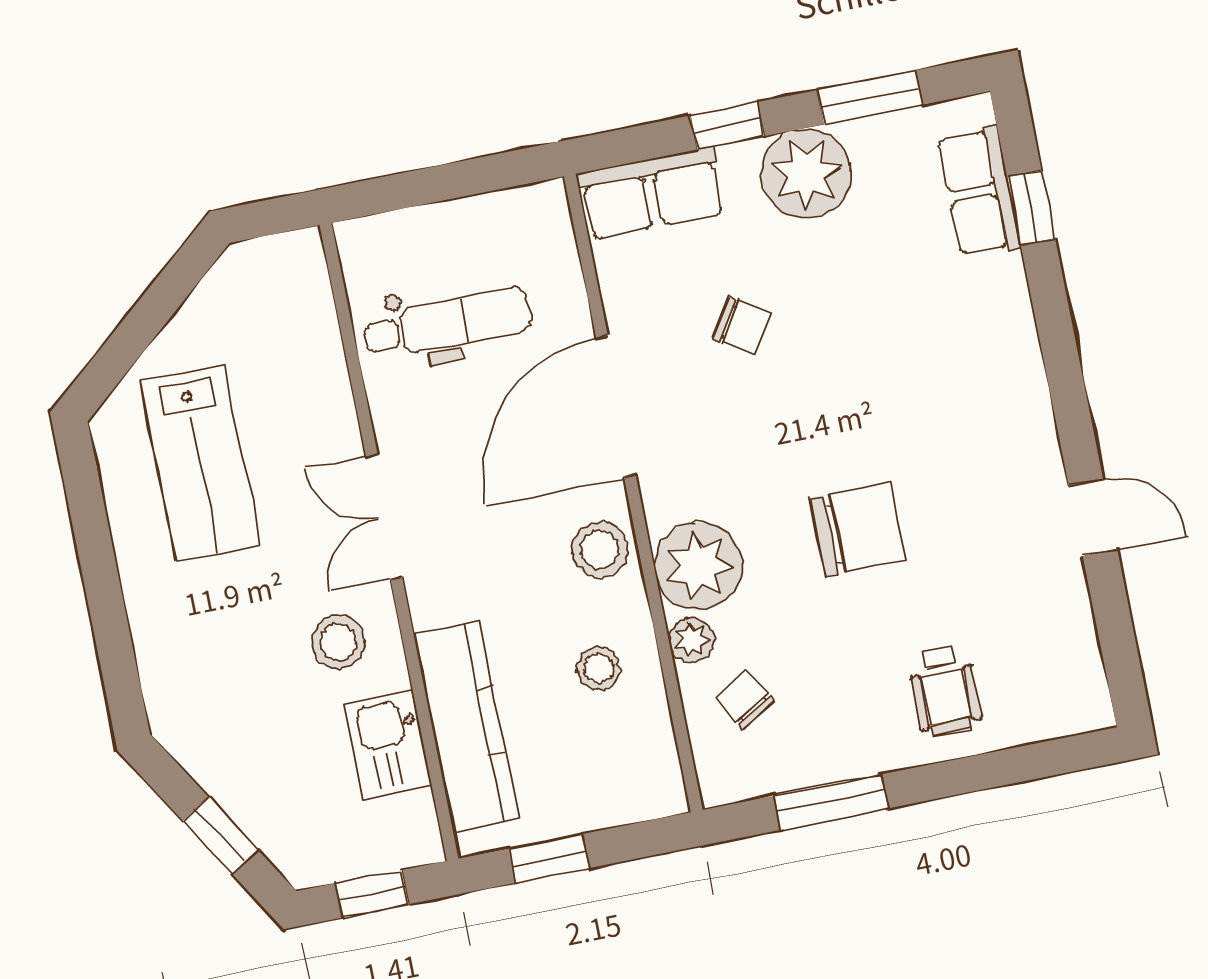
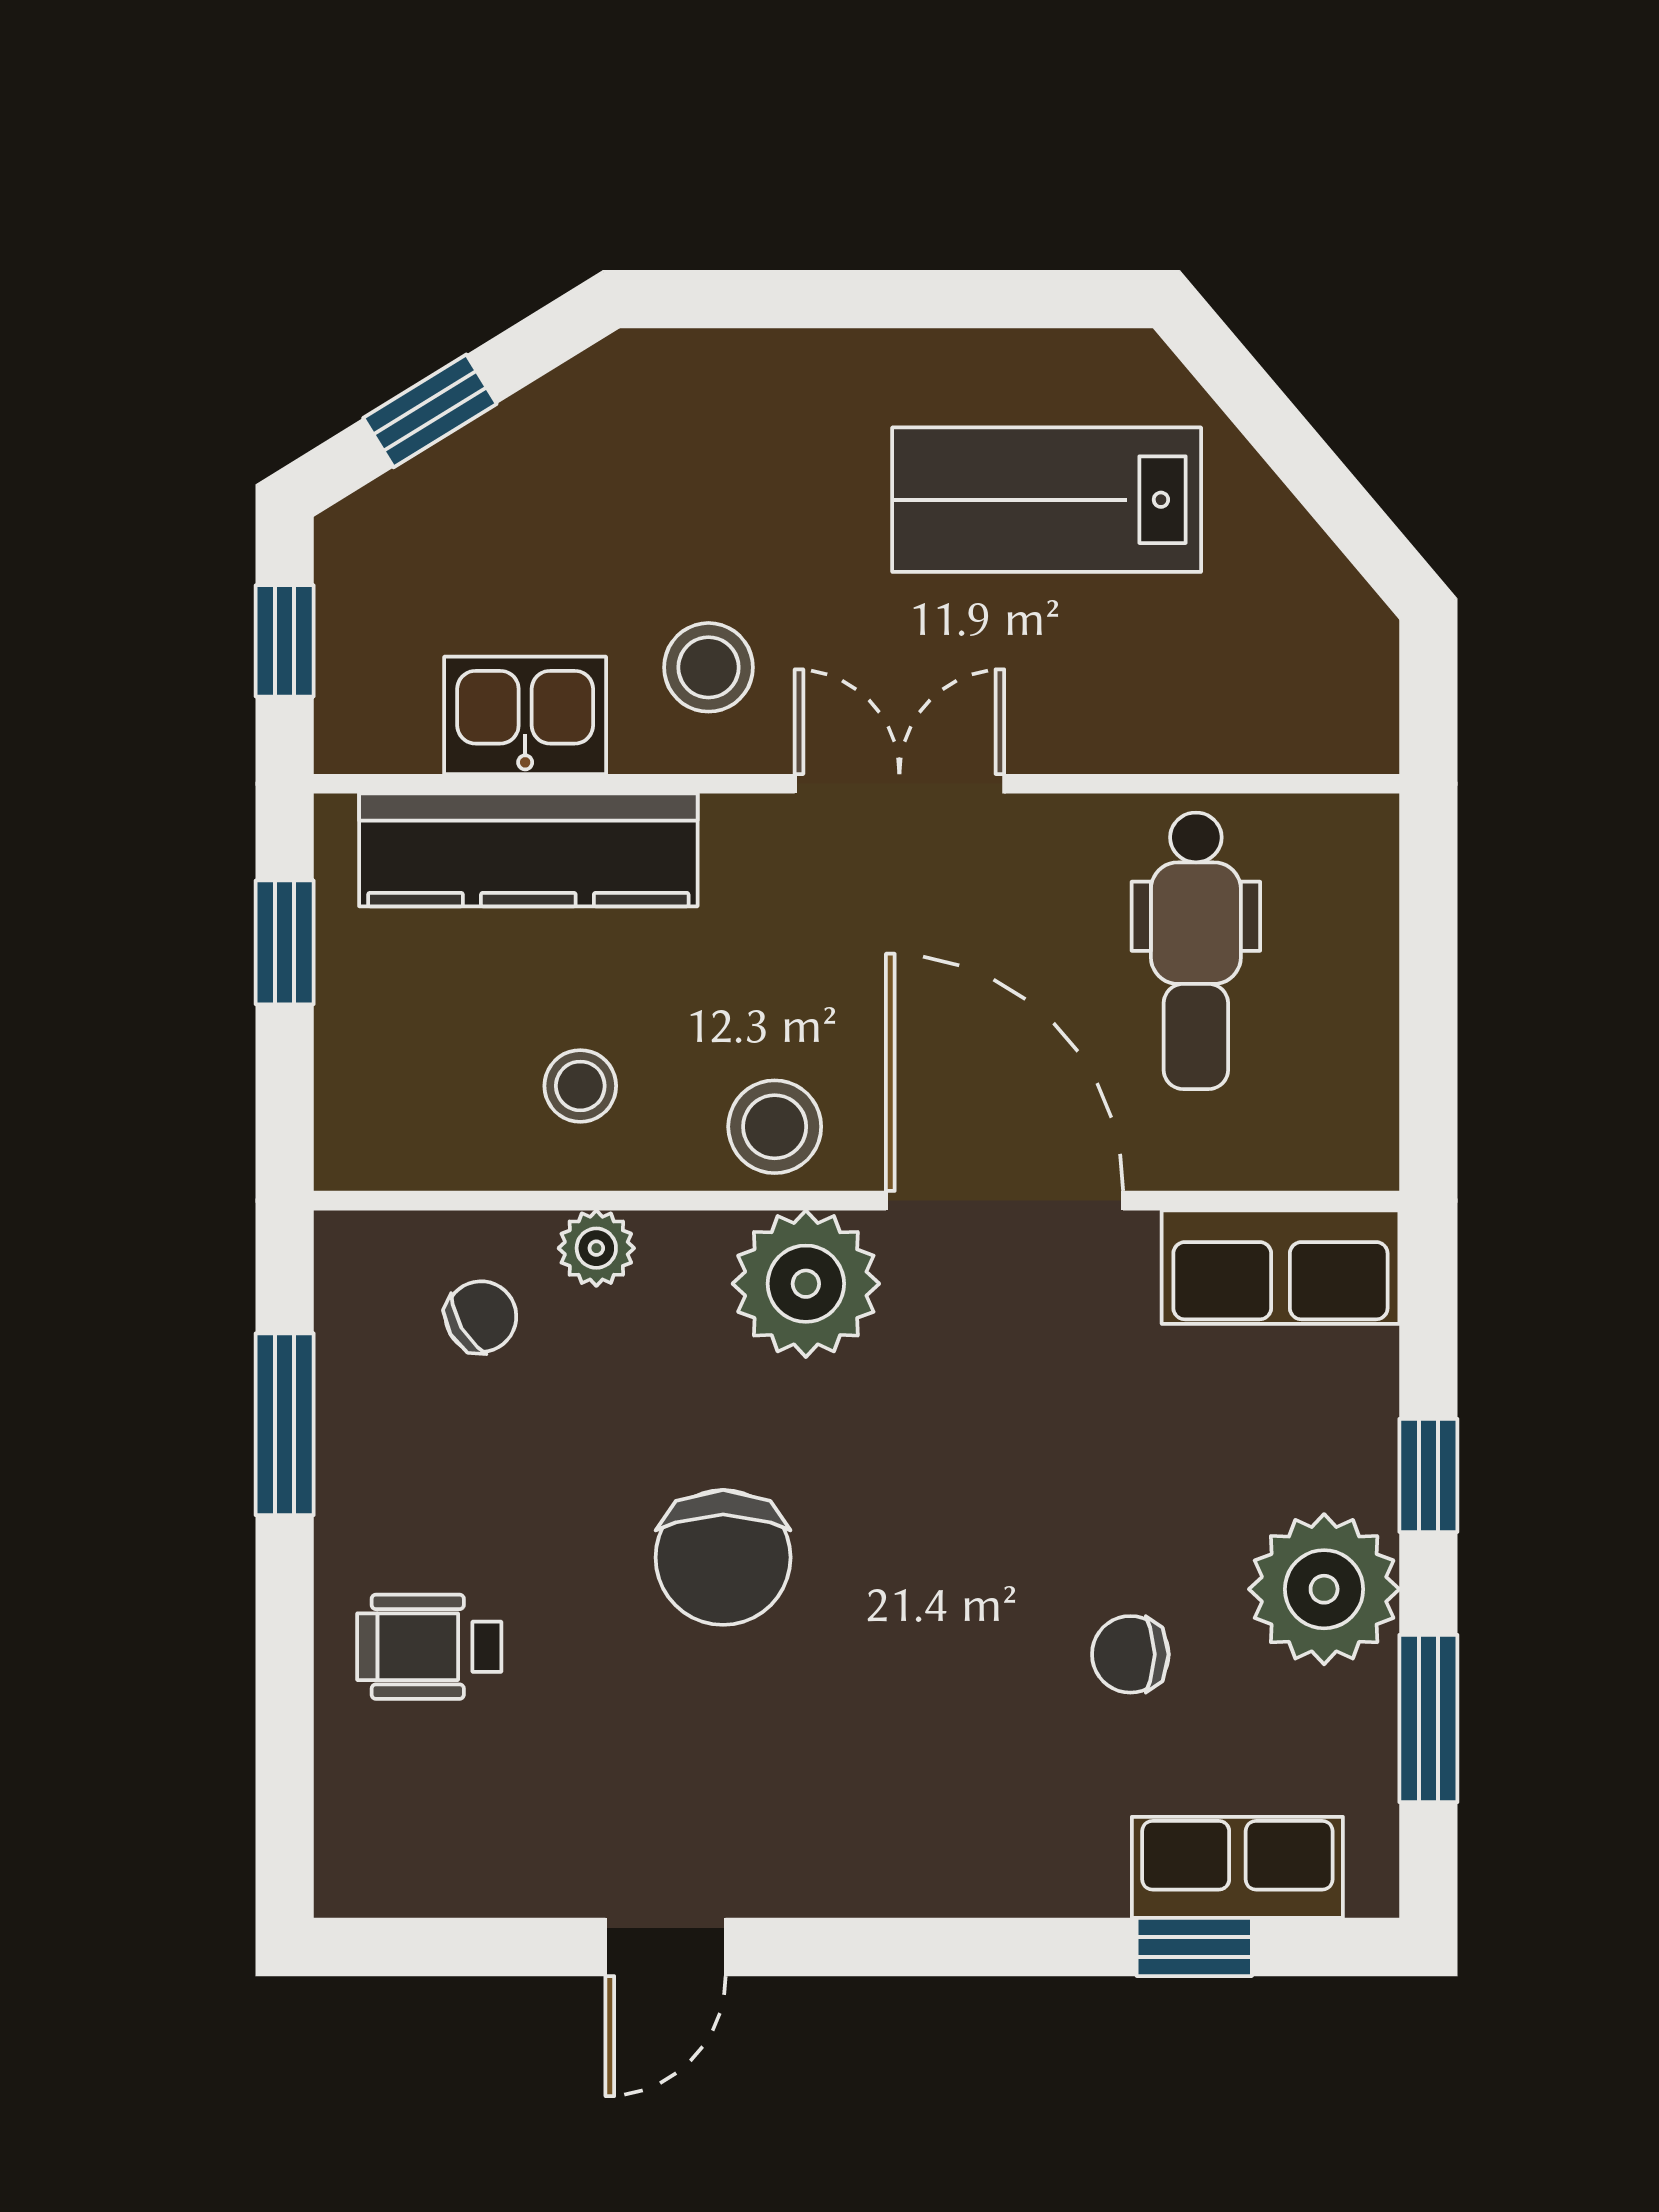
row of seats: (652, 193) -> (1280, 1267), moved, turned -90
chair: (742, 326) -> (1130, 1654), moved, turned 58
plant: (698, 566) -> (806, 1284), moved

